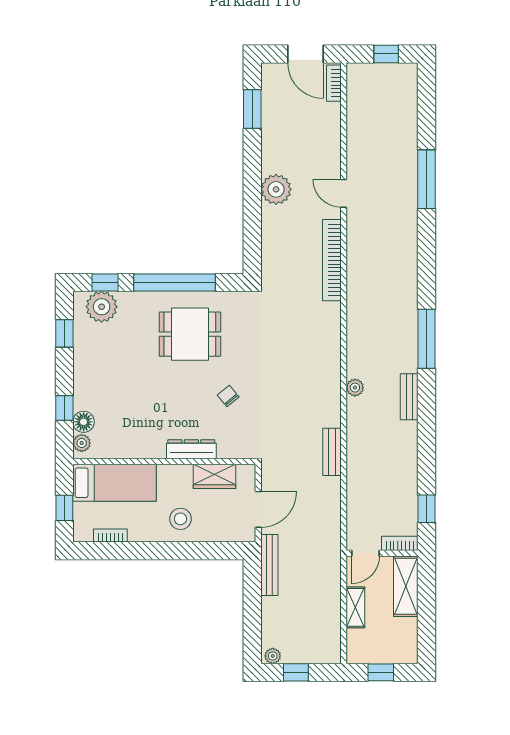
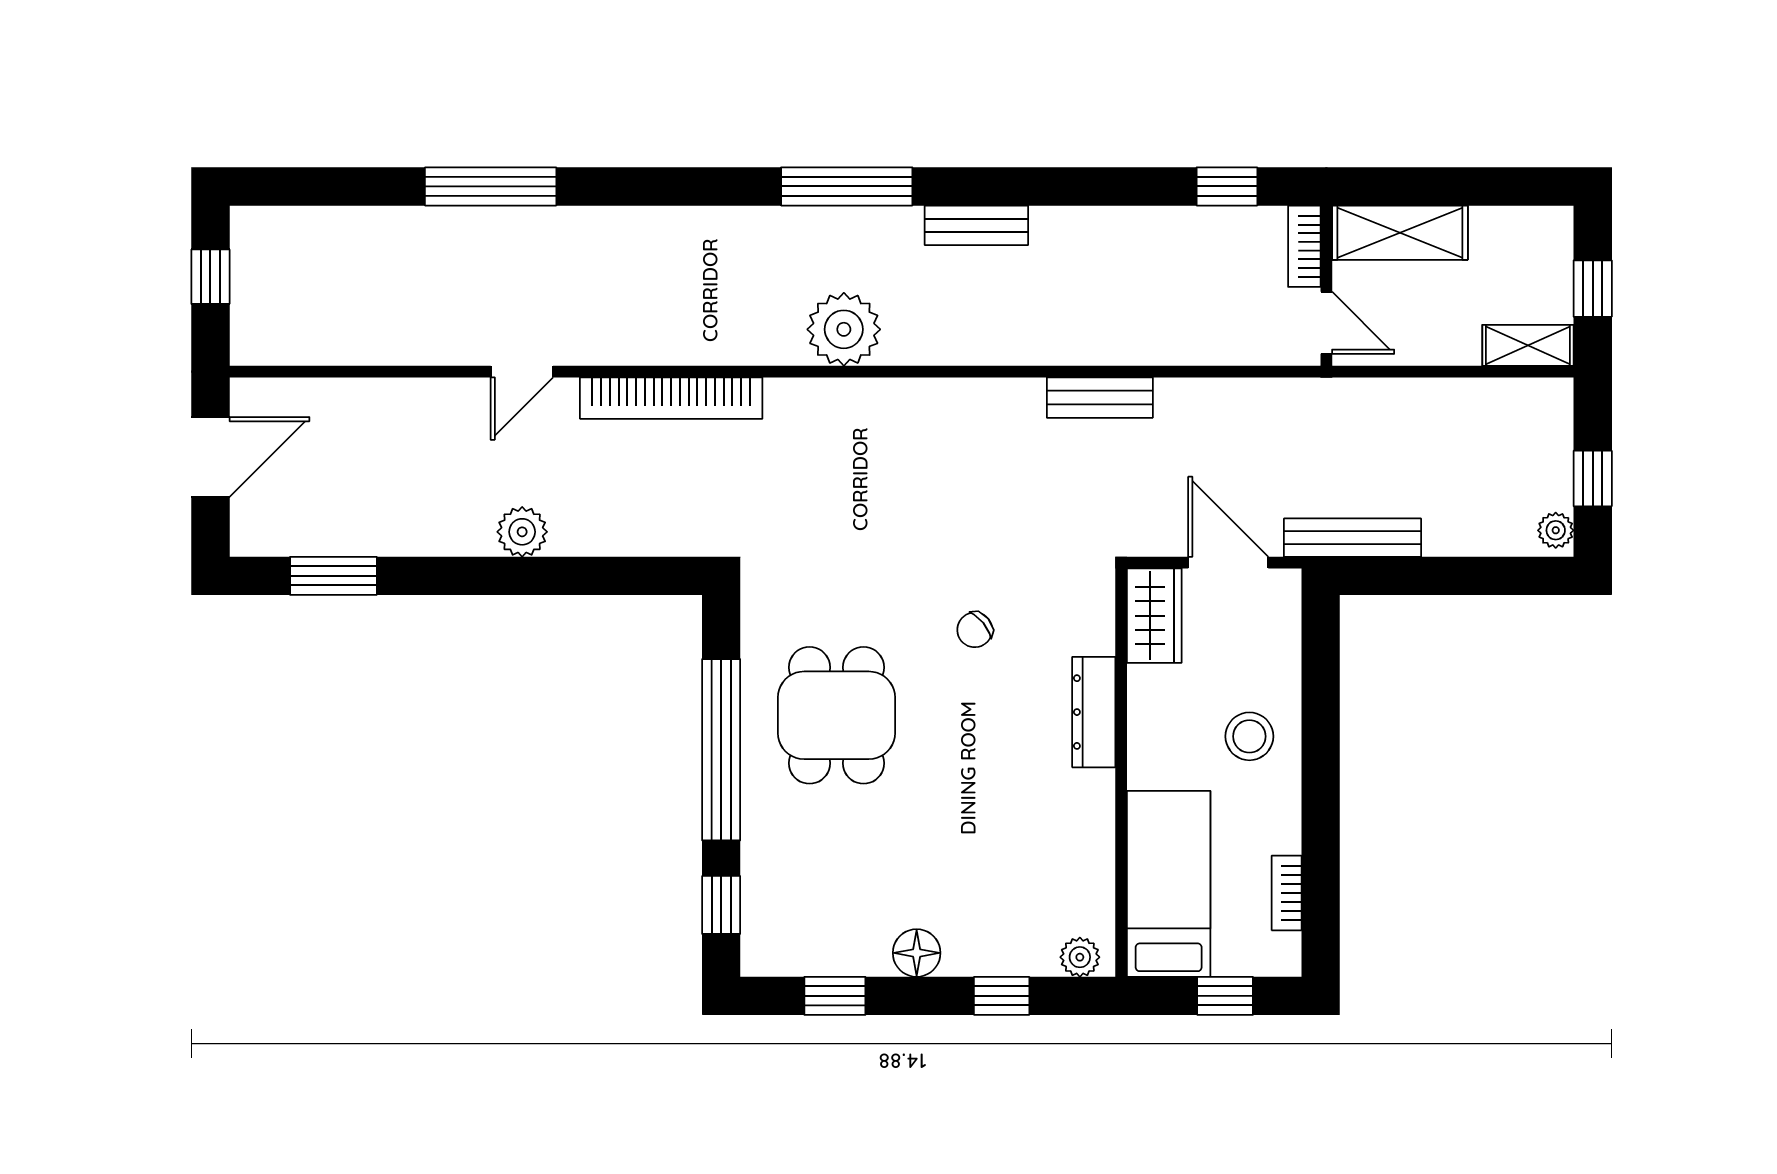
bookcase: (334, 83) -> (275, 394), removed
plant: (276, 189) -> (522, 532), width x0.73, depth x0.73
plant: (102, 307) -> (775, 913), removed
plant: (355, 388) -> (844, 329), moved, width x1.87, depth x1.87
floor lamp: (84, 422) -> (917, 953), moved
wardrobe: (214, 476) -> (1154, 616), moved
shelving: (355, 607) -> (1528, 345), moved

